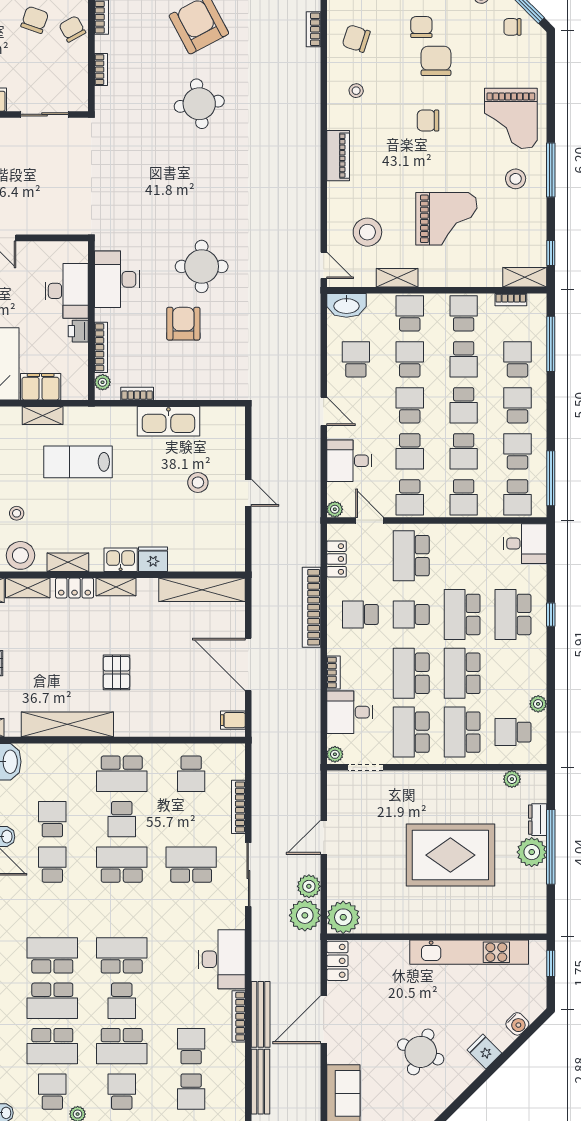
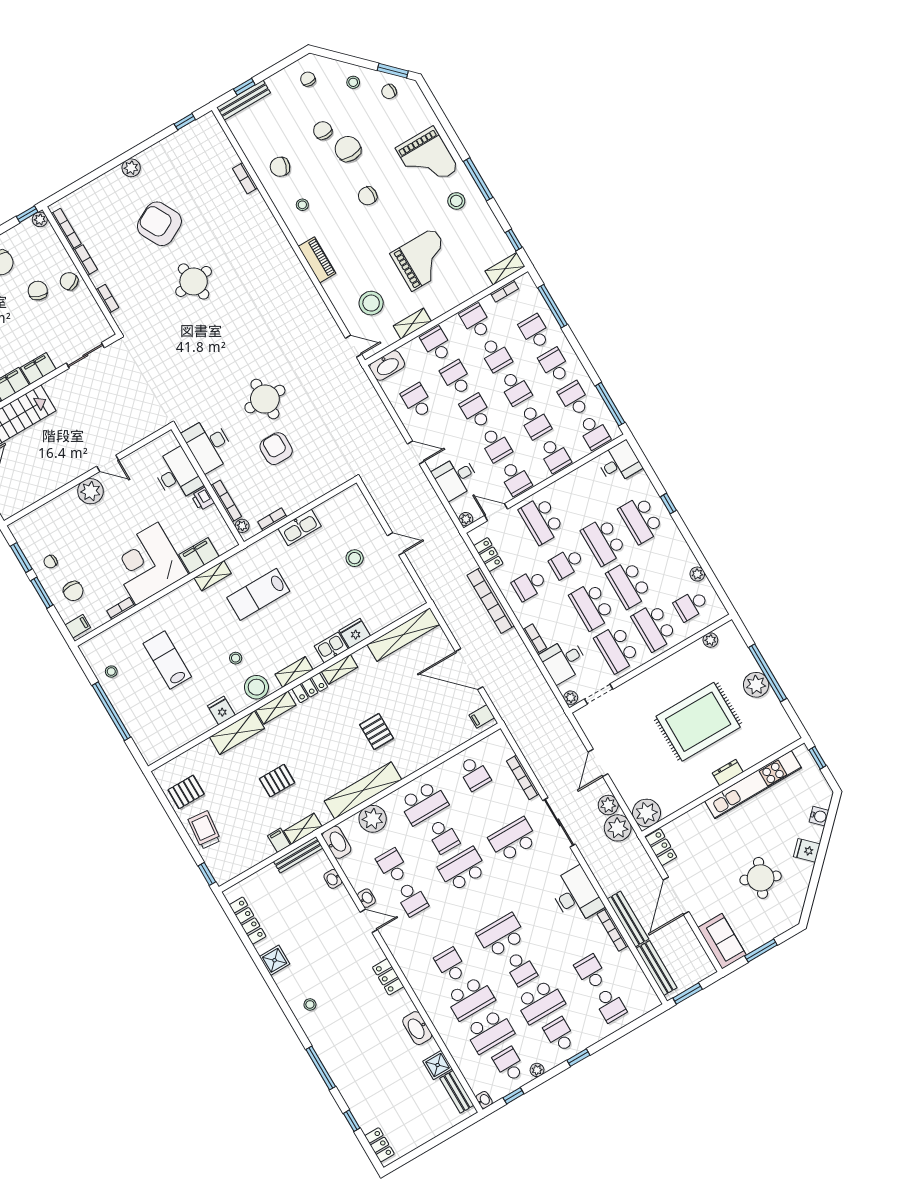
kitchen sink: (168, 421) -> (300, 527), width x0.73, depth x0.81
plant: (60, 759) -> (373, 819), added
dresser: (538, 820) -> (728, 773), moved, turned 90
school desk: (52, 865) -> (412, 899), turned 180
school desk: (52, 955) -> (451, 965), width x0.54

